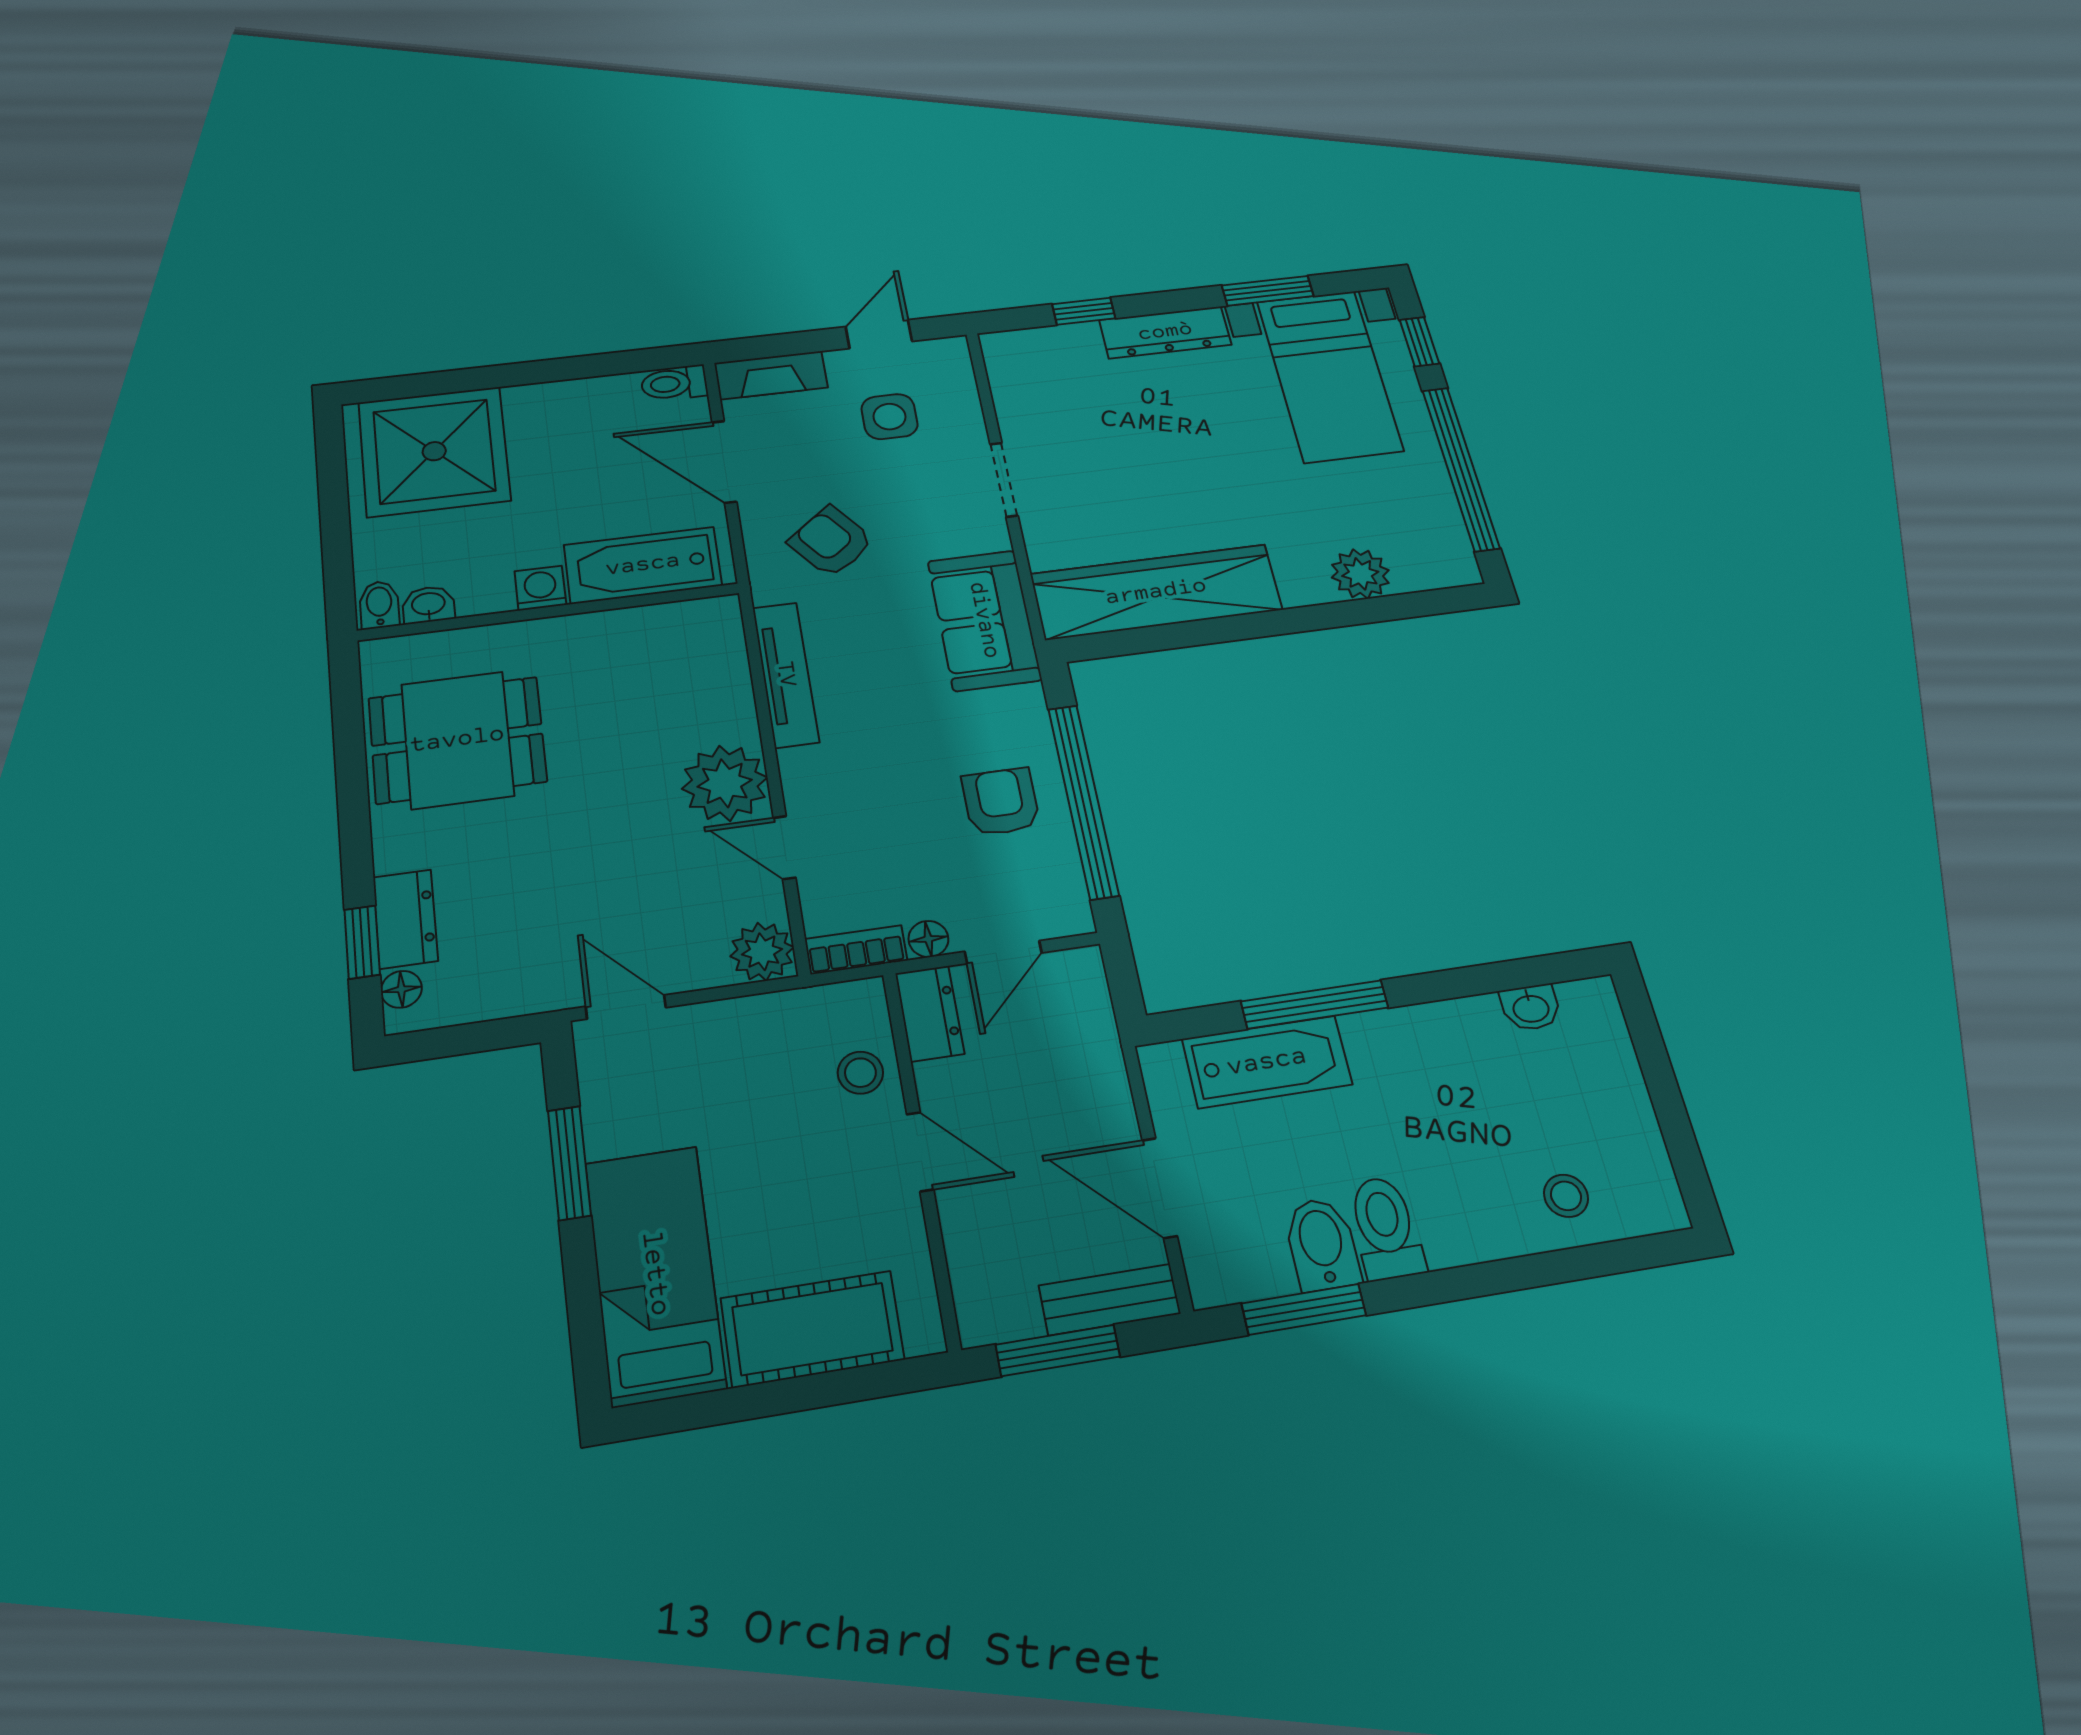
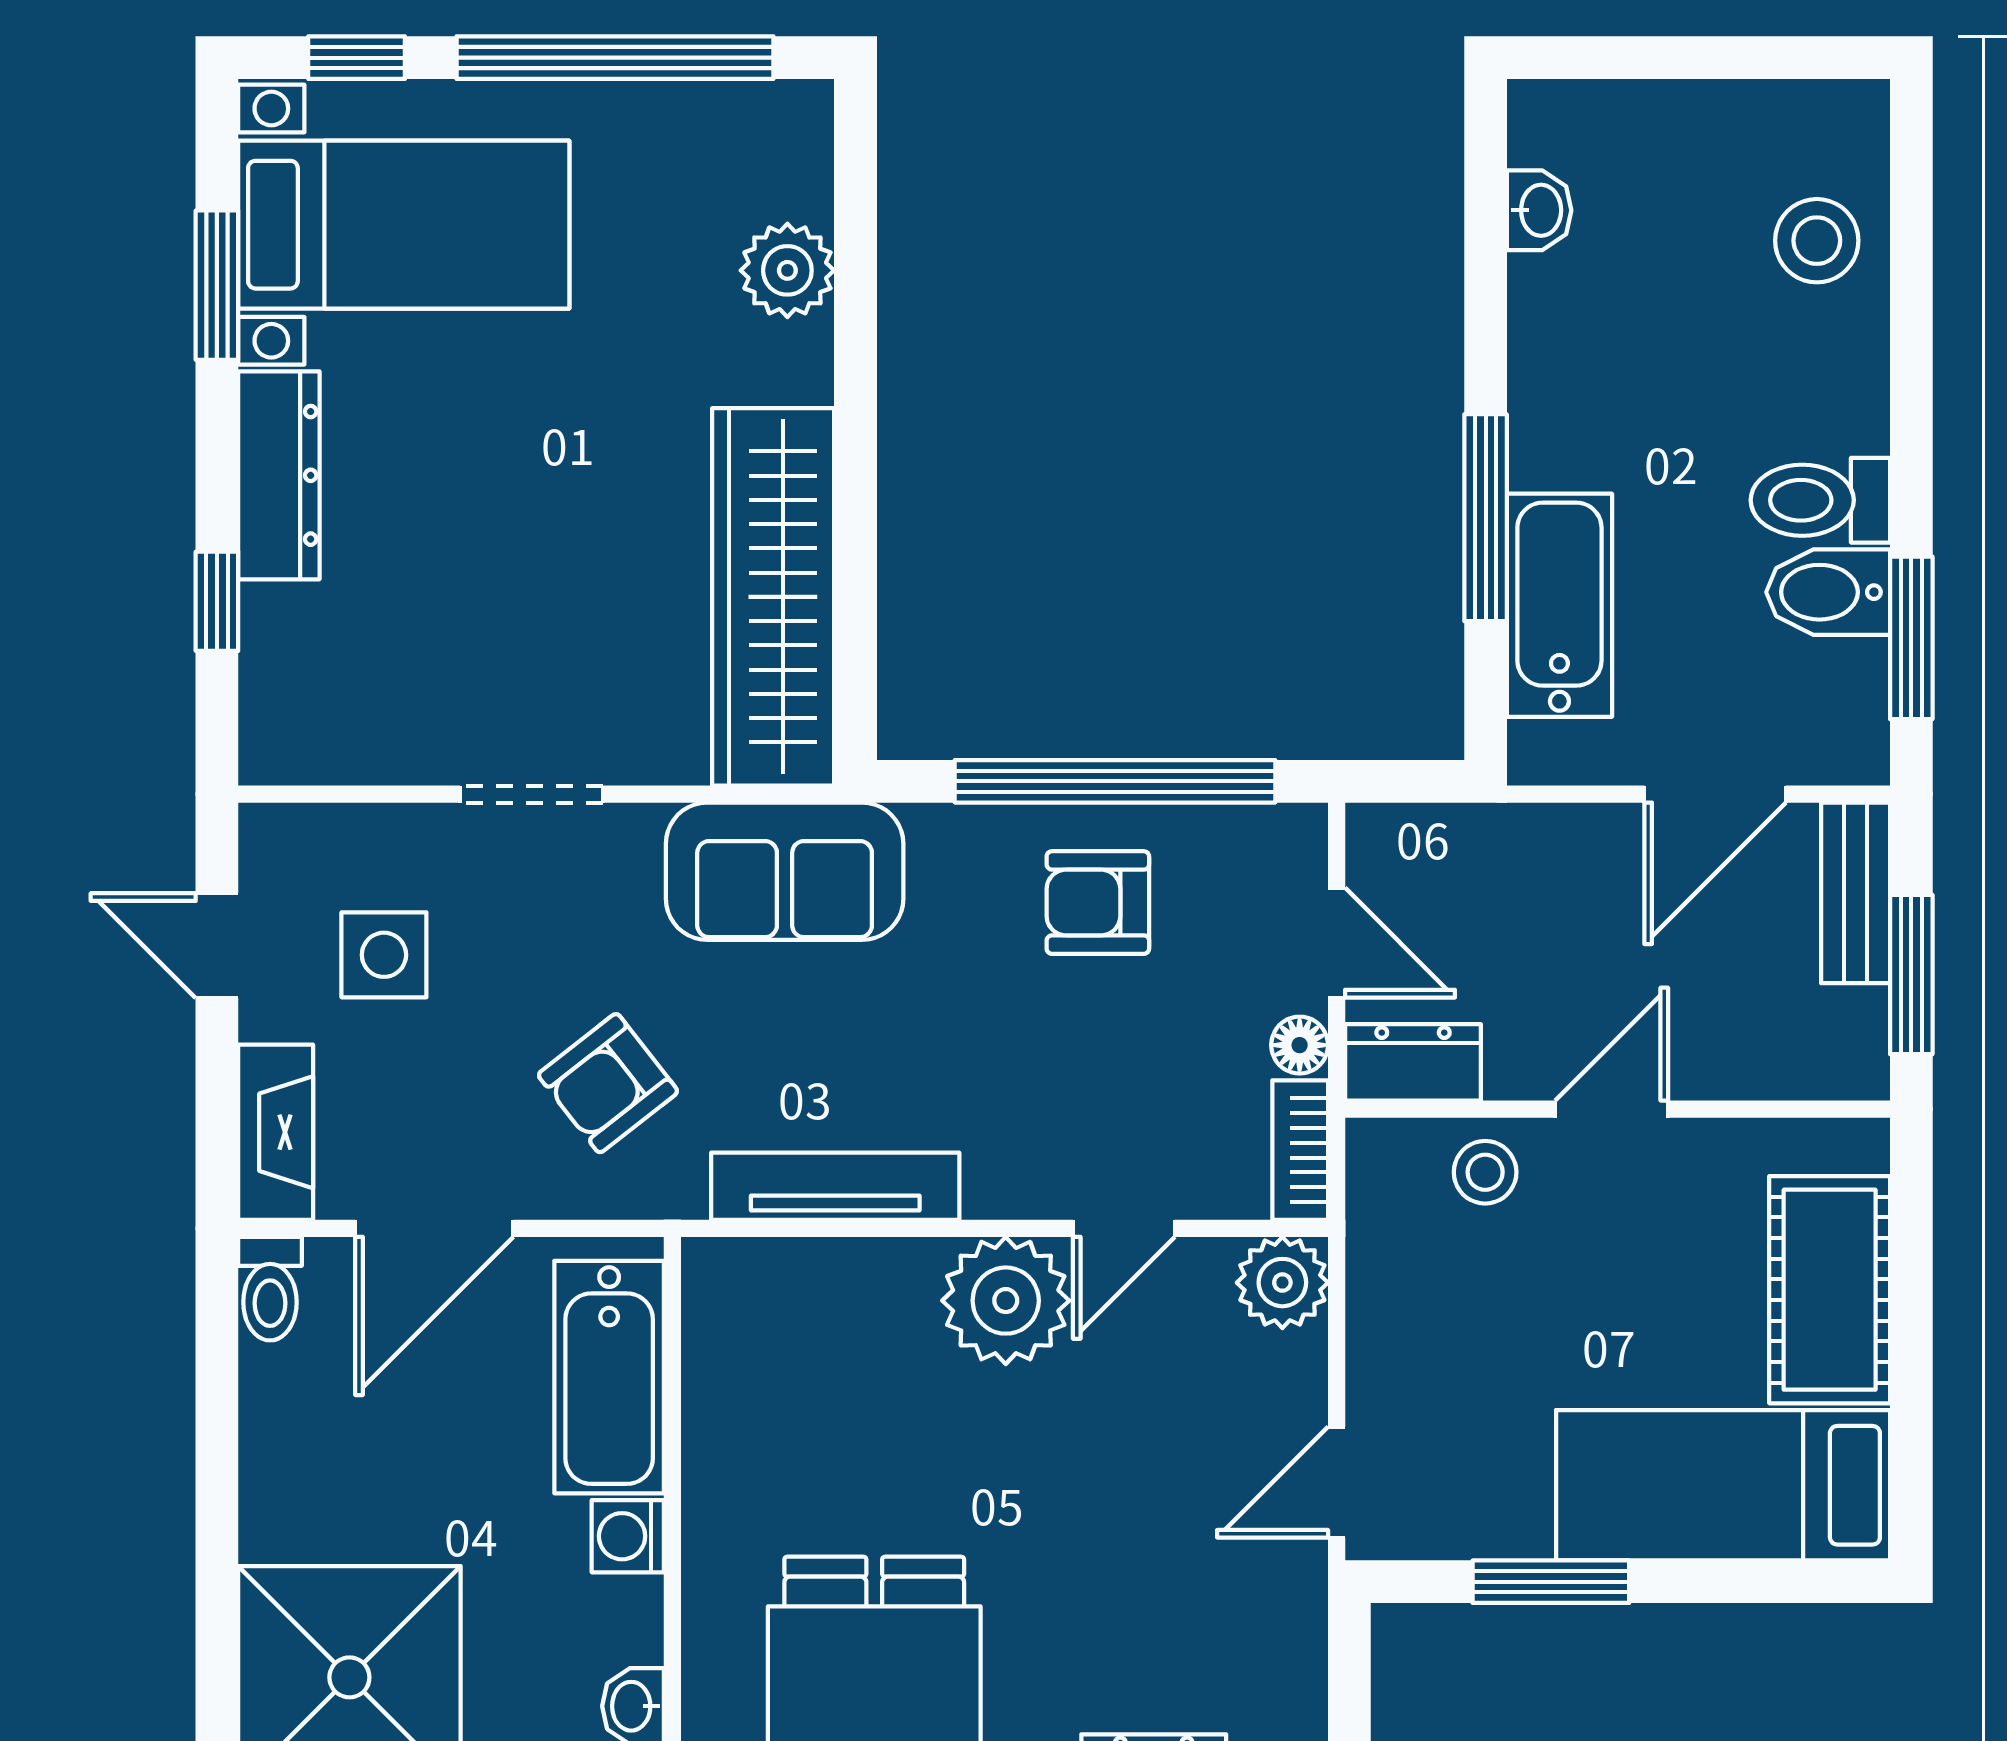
stool: (1566, 1196) -> (1817, 241), width x1.37, depth x1.37

